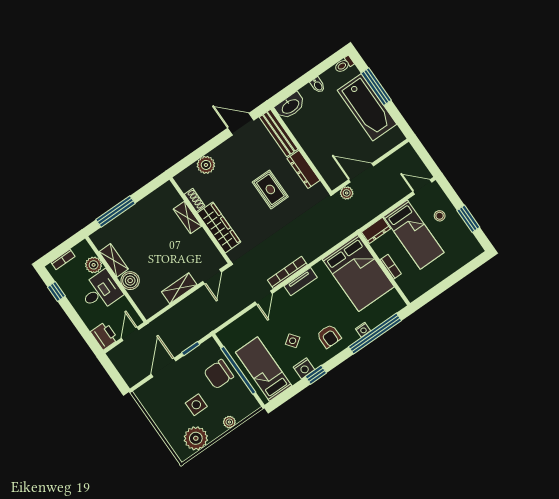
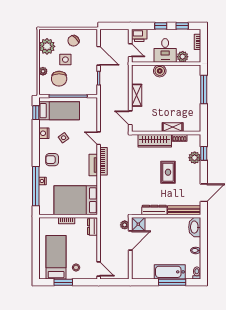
bathtub: (367, 107) -> (170, 272), width x0.73, depth x0.73
window: (193, 157) -> (204, 153), added
shower: (334, 177) -> (138, 224), added
door: (422, 187) -> (99, 269), hinge flipped
rug: (270, 189) -> (168, 172), moved, turned 90
bed: (414, 235) -> (56, 257), moved, turned 90
shelving: (114, 260) -> (177, 70), removed
window: (75, 318) -> (161, 26), added
chair: (219, 374) -> (59, 79), moved, turned 180
window: (316, 375) -> (36, 113), moved
chair: (167, 411) -> (73, 41), added

